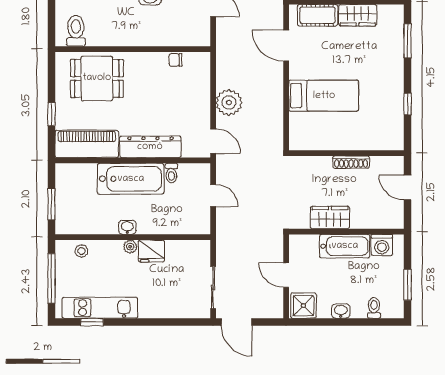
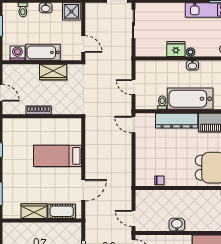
door: (286, 46) -> (83, 190), hinge flipped
plant: (229, 102) -> (123, 151), removed
door: (286, 275) -> (83, 44), moved

